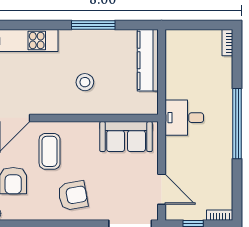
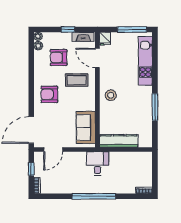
kitchen counter: (148, 60) -> (119, 141), moved
stool: (85, 82) -> (111, 95), moved
armchair: (73, 195) -> (49, 94), turned 100

